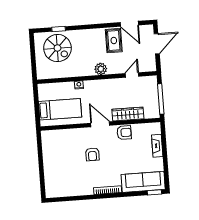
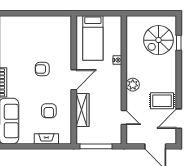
armchair: (124, 133) -> (49, 111), moved

